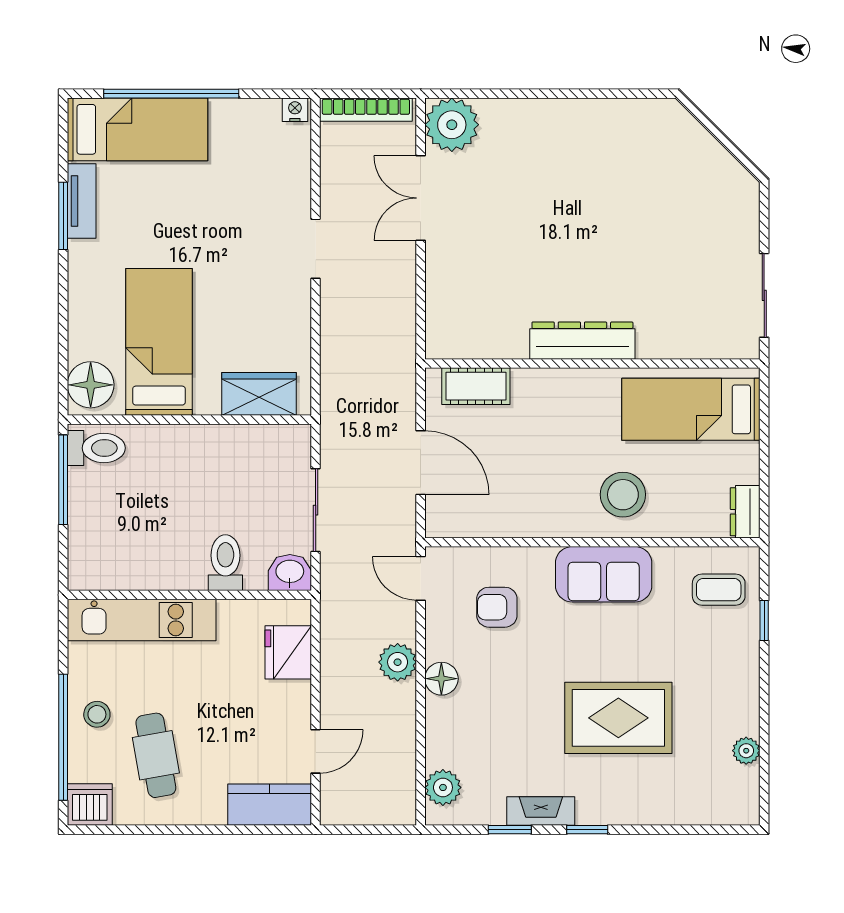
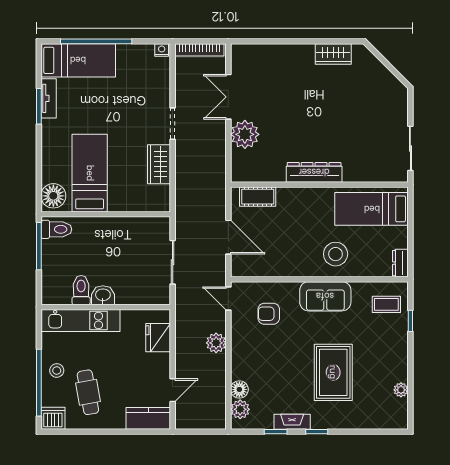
wardrobe: (619, 117) -> (333, 54), added
plant: (452, 125) -> (245, 134), moved
wardrobe: (259, 394) -> (159, 164), moved, turned -90
toilet: (225, 563) -> (81, 290), moved
washbasin: (290, 572) -> (103, 295), moved
floor lamp: (441, 679) -> (239, 389), moved
rug: (618, 718) -> (333, 372), turned 90

